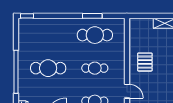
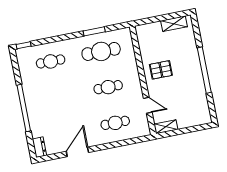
pallet: (145, 62) -> (161, 70), turned 90
cafe table: (48, 68) -> (51, 61), moved, width x0.73, depth x0.74

